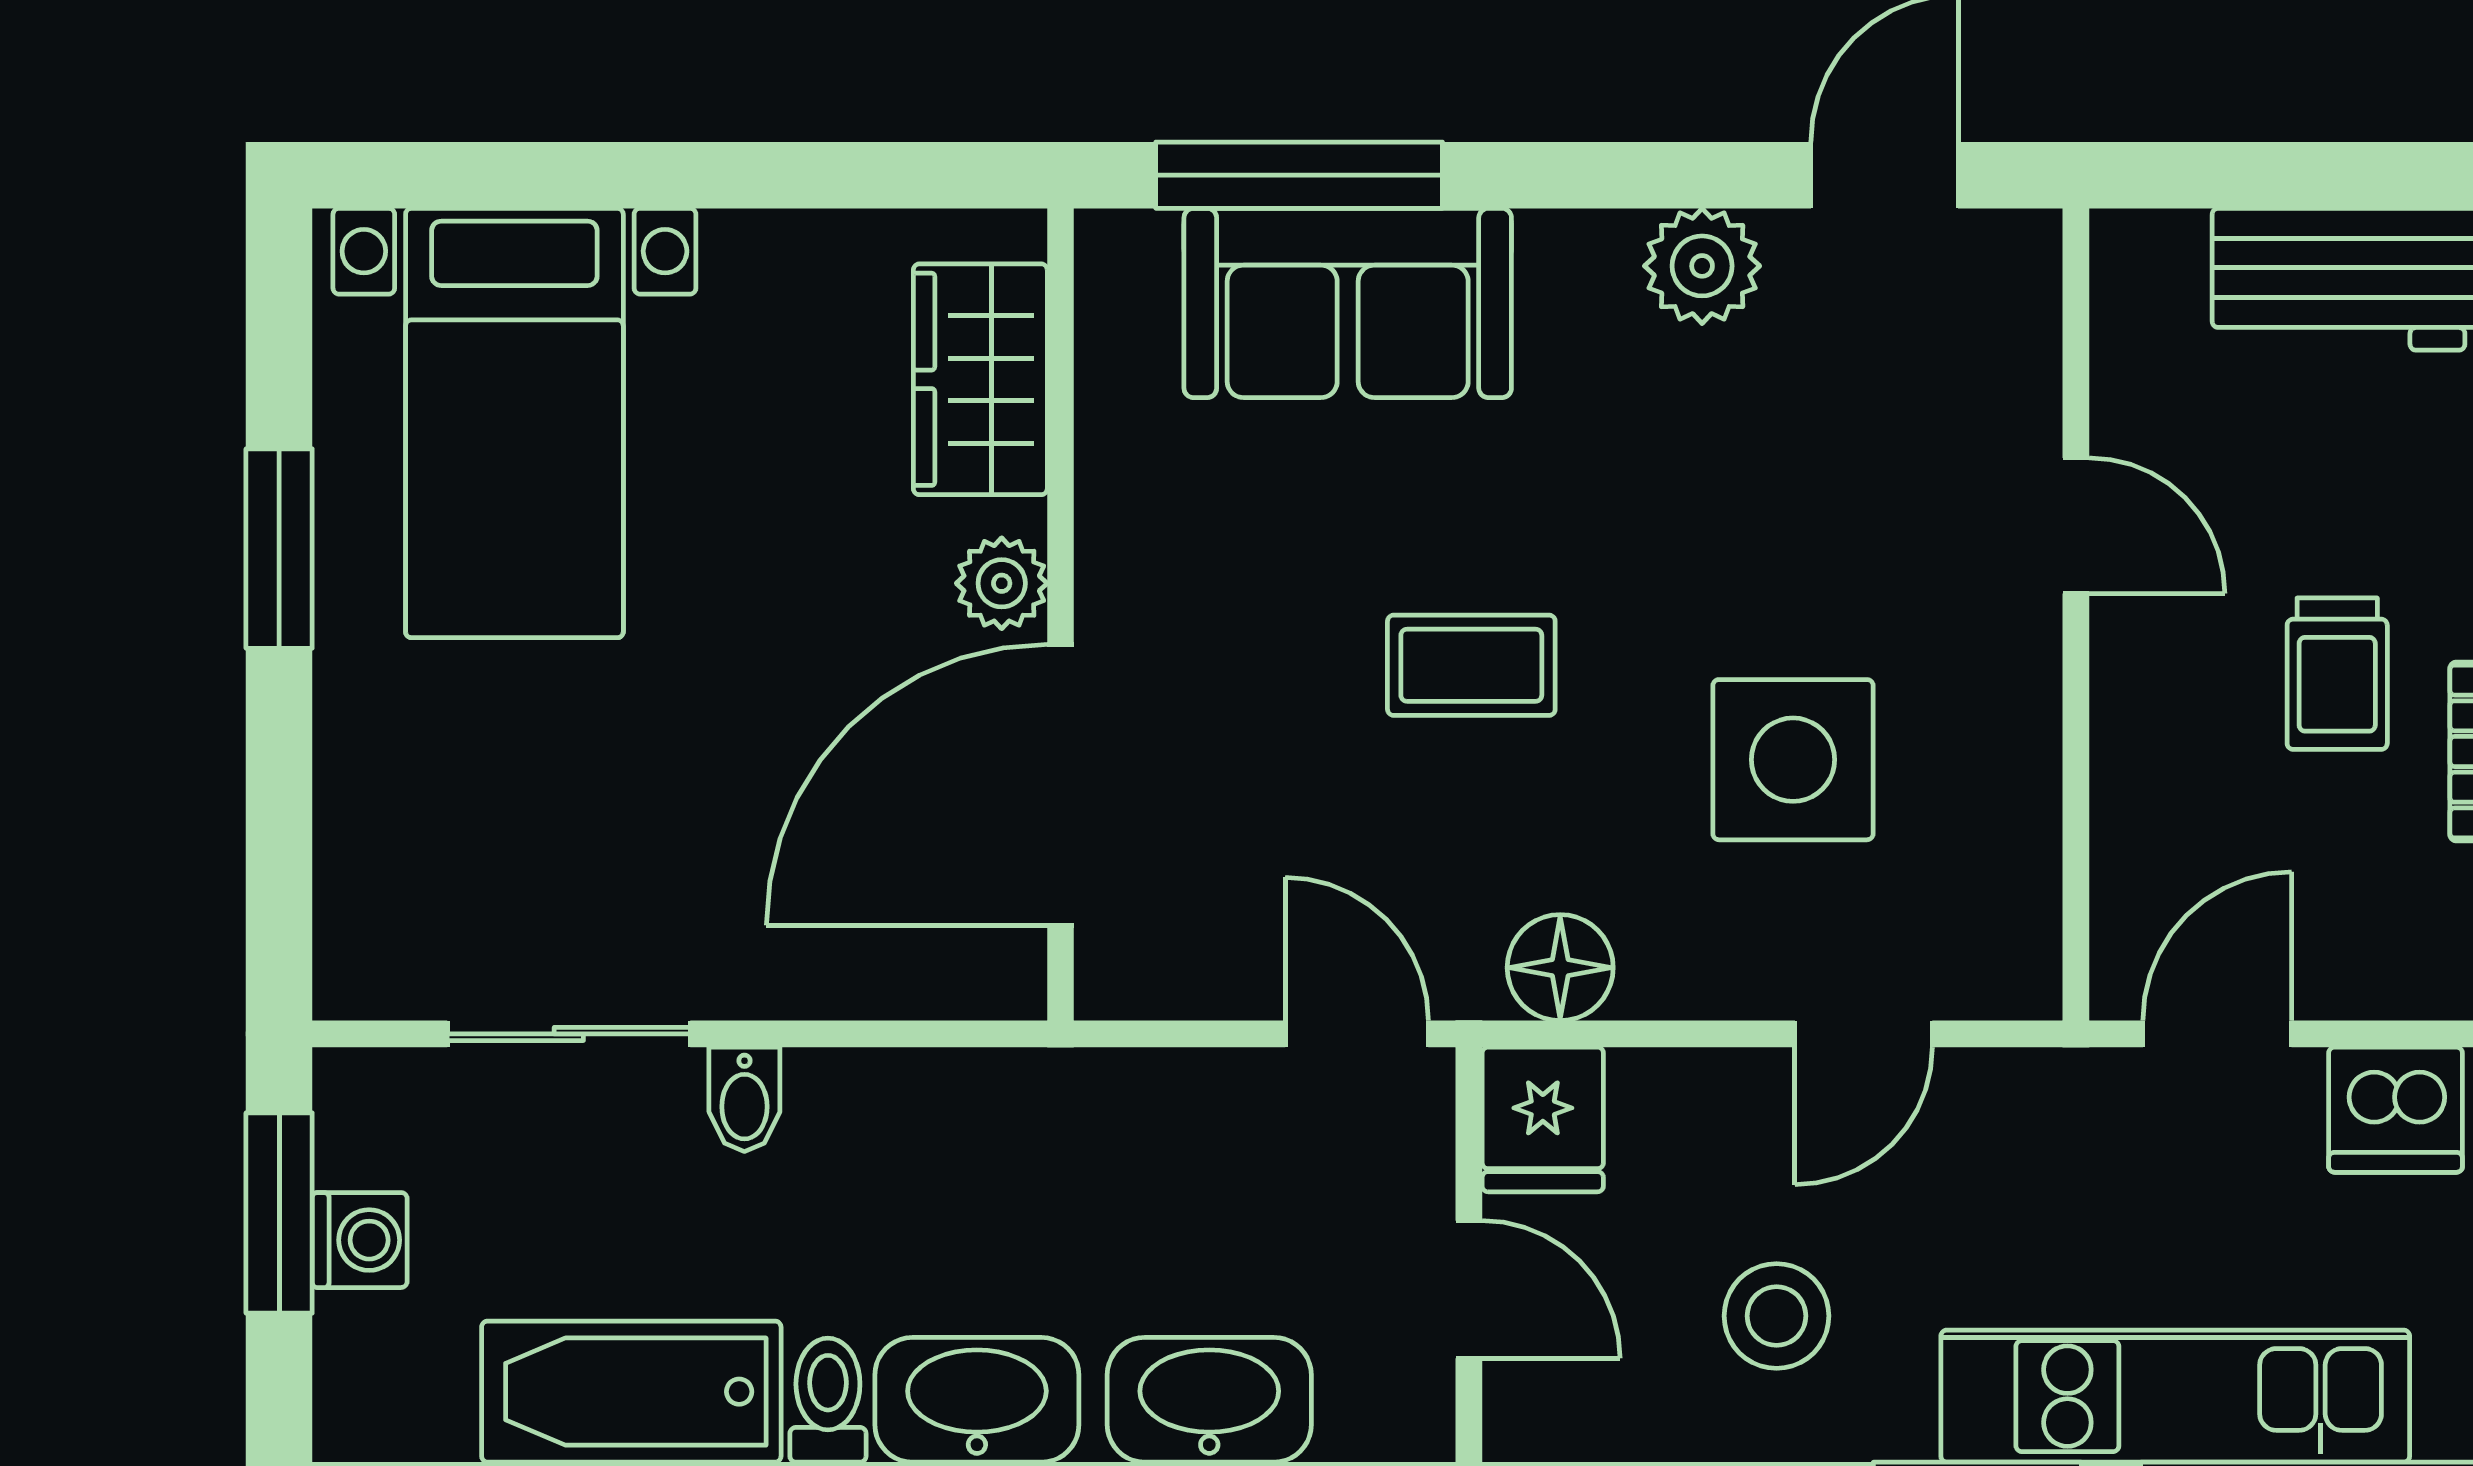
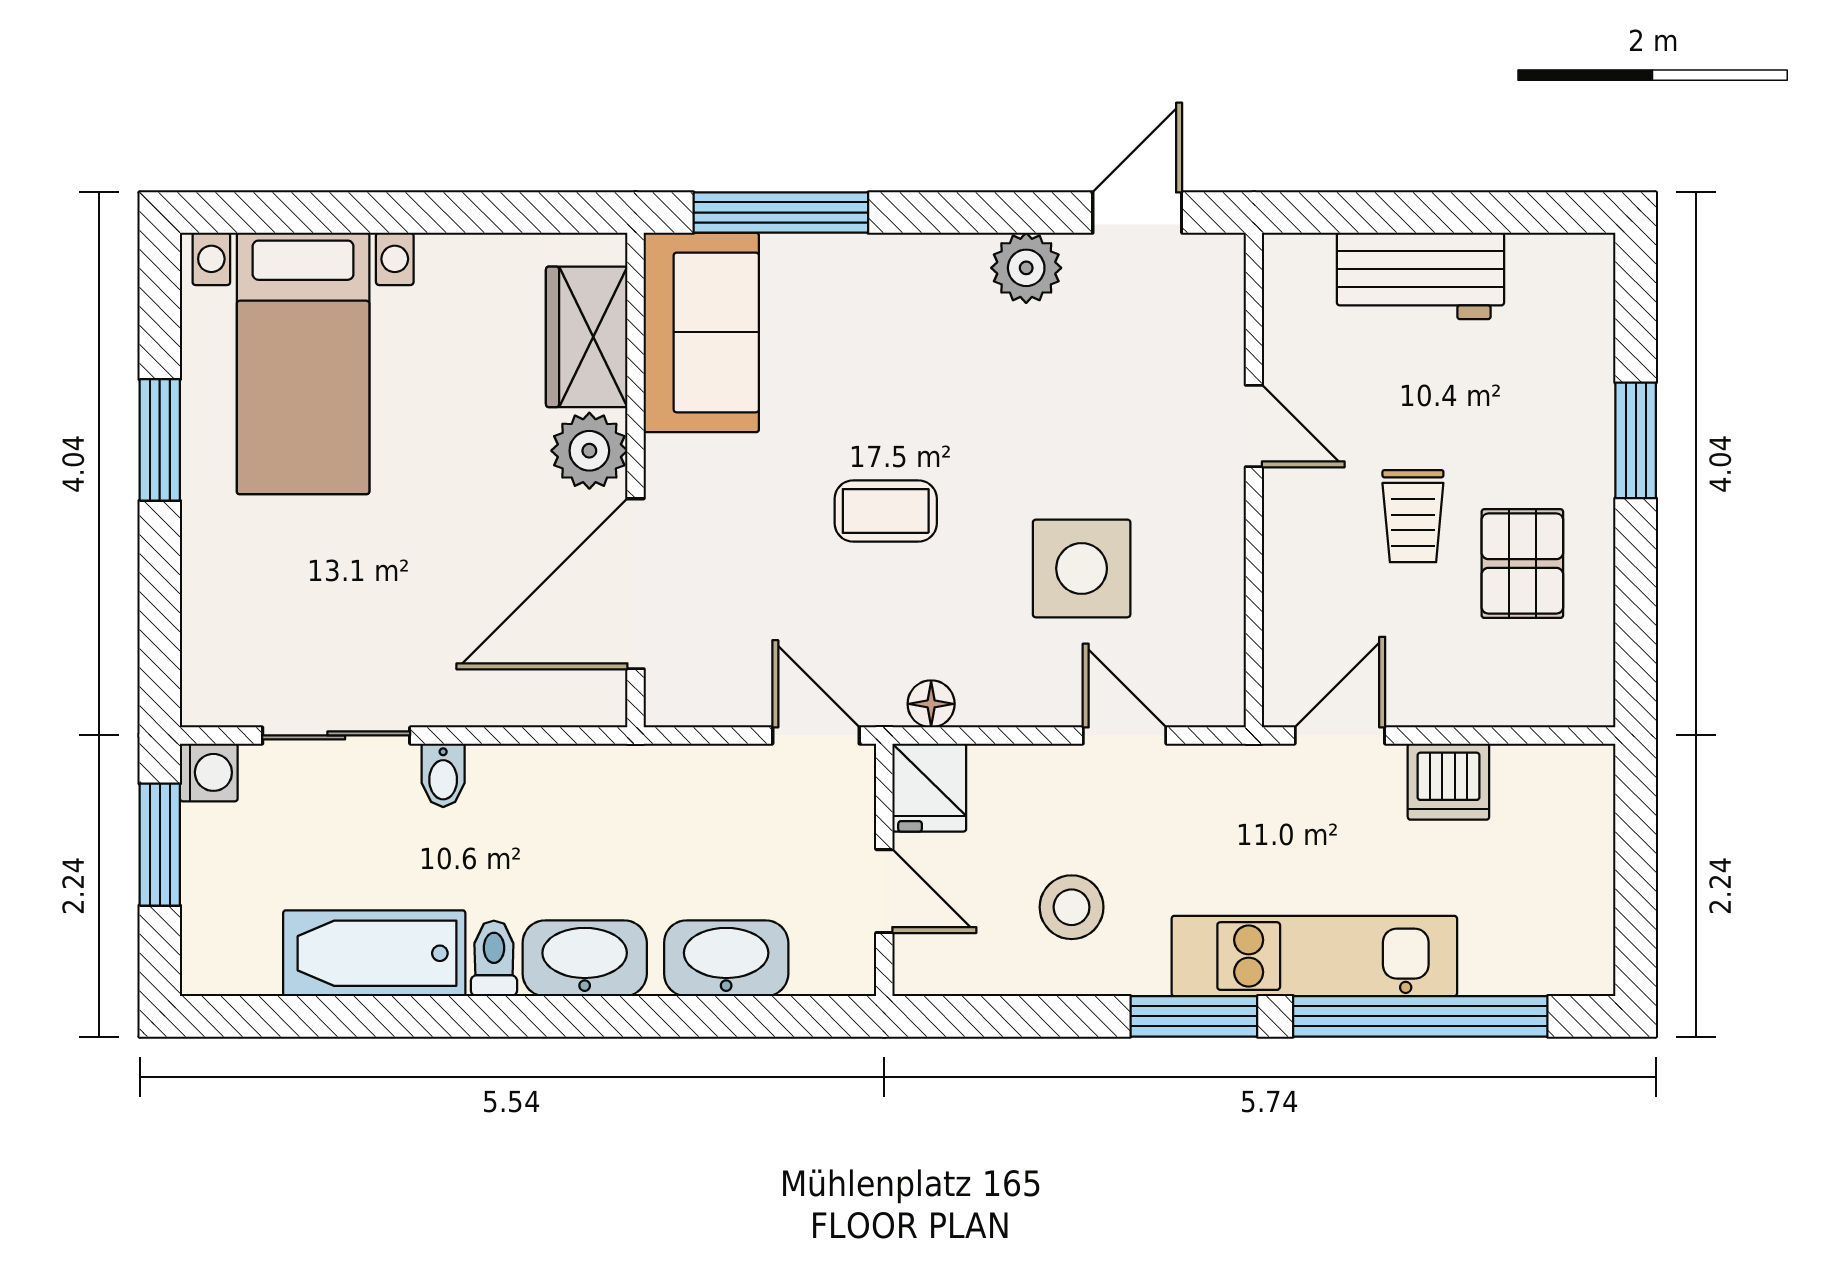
sofa: (1348, 303) -> (701, 332), moved, turned -90
plant: (1002, 583) -> (589, 451), width x1.38, depth x1.38
floor lamp: (1560, 968) -> (931, 704), width x0.73, depth x0.73
door: (1864, 1034) -> (1125, 735), swing flipped
washing machine: (360, 1240) -> (209, 772), moved

